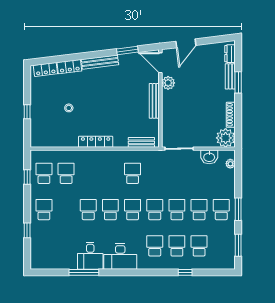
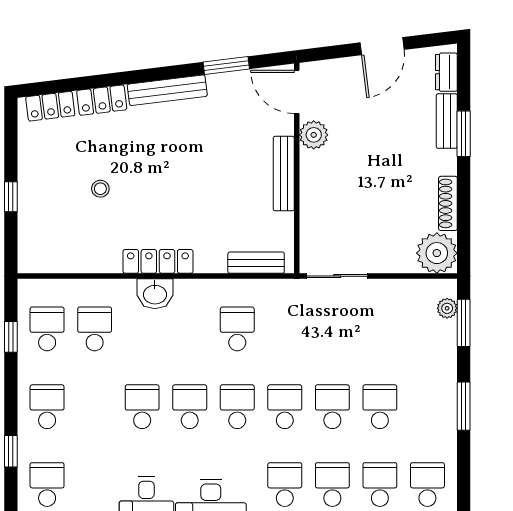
door: (186, 43) -> (382, 46), moved
washbasin: (209, 157) -> (155, 294), moved
school desk: (221, 210) -> (427, 485), moved
window: (238, 245) -> (464, 323), moved
school desk: (44, 246) -> (47, 485), added

